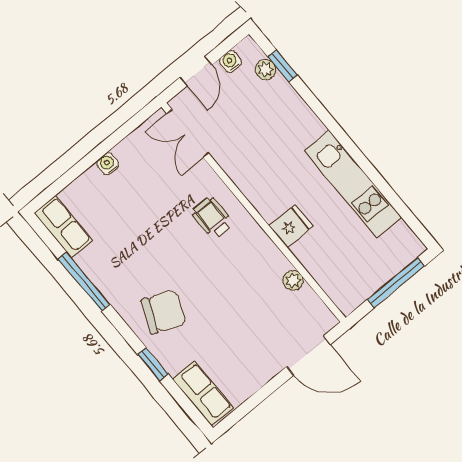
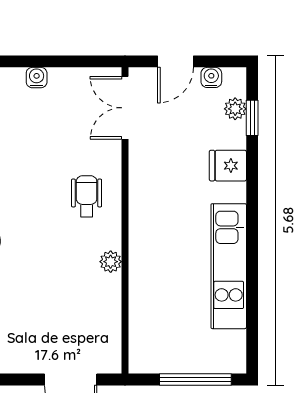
fridge: (291, 226) -> (228, 166), moved, turned 180
plant: (293, 281) -> (111, 262), moved

